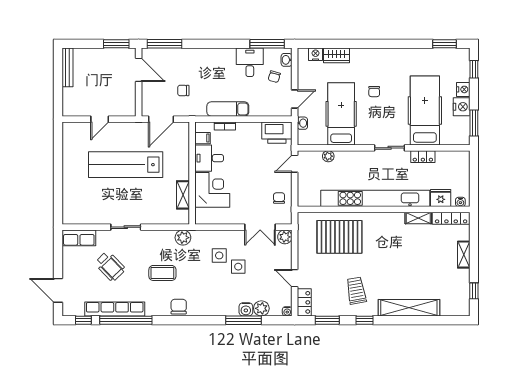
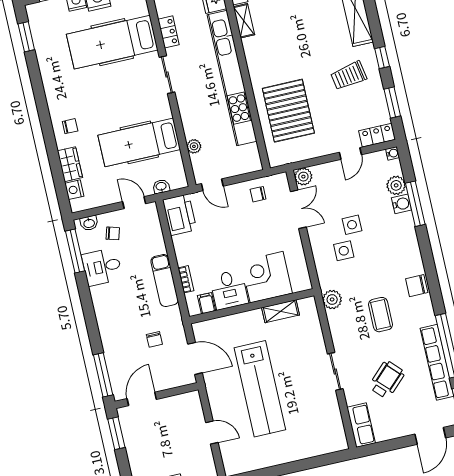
chair: (374, 92) -> (70, 126), moved

